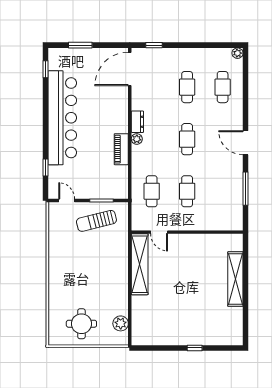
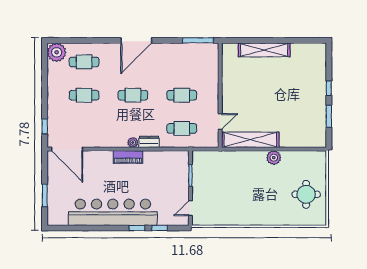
plant: (238, 53) -> (57, 52), width x1.87, depth x1.87
window: (46, 69) -> (137, 228), moved
dresser: (137, 122) -> (149, 142), moved
door: (246, 143) -> (136, 40), width x1.36
piano: (121, 149) -> (128, 157), moved
window: (246, 189) -> (198, 40), moved
sun lounger: (96, 221) -> (210, 180), removed
plant: (121, 323) -> (274, 158), moved
window: (165, 348) -> (329, 116), added

